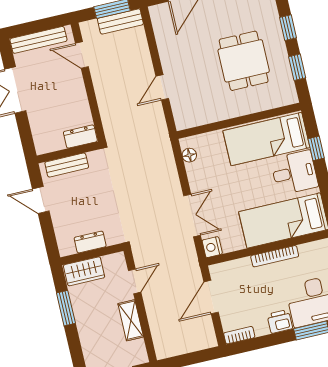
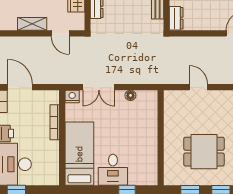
bed: (266, 139) -> (142, 155), removed
floor lamp: (189, 155) -> (130, 95), moved
bookcase: (275, 256) -> (55, 122), moved
door: (211, 297) -> (20, 87), moved

